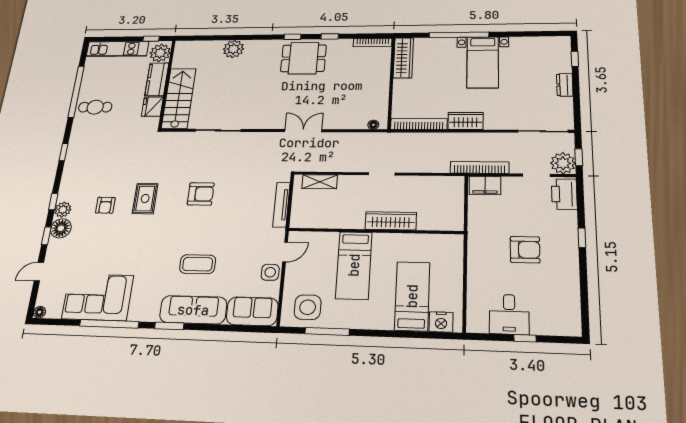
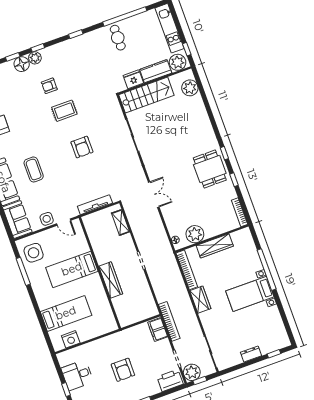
plant: (233, 49) -> (190, 88), moved
wardrobe: (403, 58) -> (215, 246), moved
plant: (377, 100) -> (195, 234), added
nightstand: (441, 322) -> (71, 339), moved, turned -90

